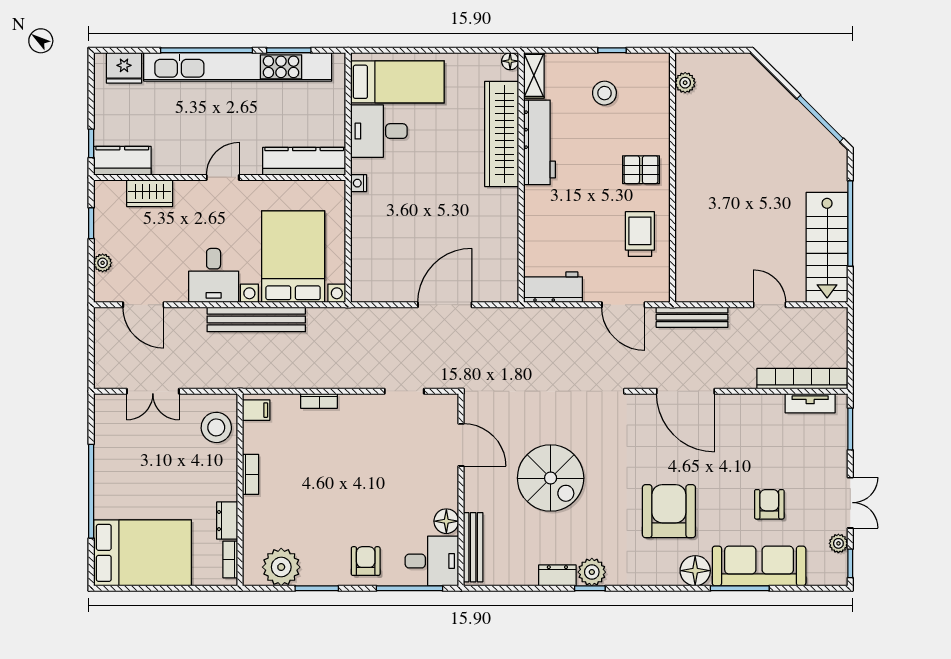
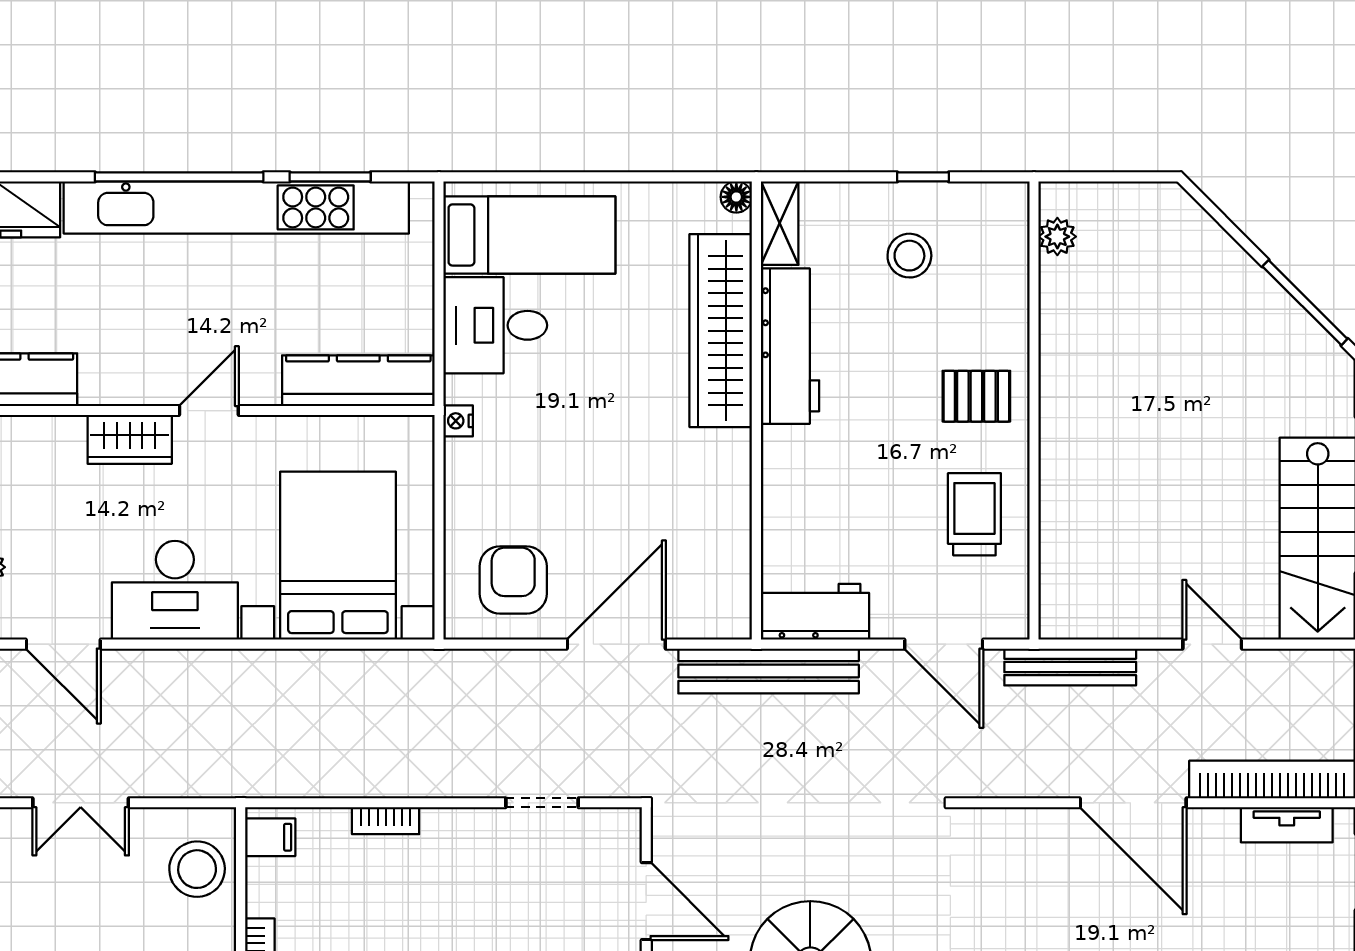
wardrobe: (150, 193) -> (130, 439), moved
armchair: (389, 270) -> (513, 580), added
desk: (214, 275) -> (175, 590), width x1.37
bench: (256, 319) -> (769, 671), moved
door: (686, 391) -> (1133, 803), moved

